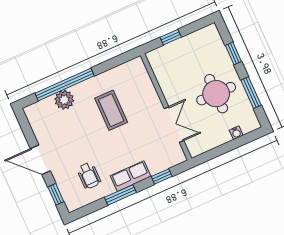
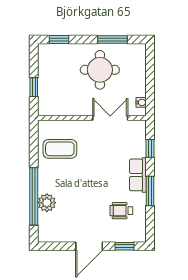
window: (233, 53) -> (59, 39), moved
coffee table: (111, 110) -> (60, 149), moved
water cooler: (236, 133) -> (141, 102), moved
wheelchair: (89, 176) -> (121, 211), turned 180

